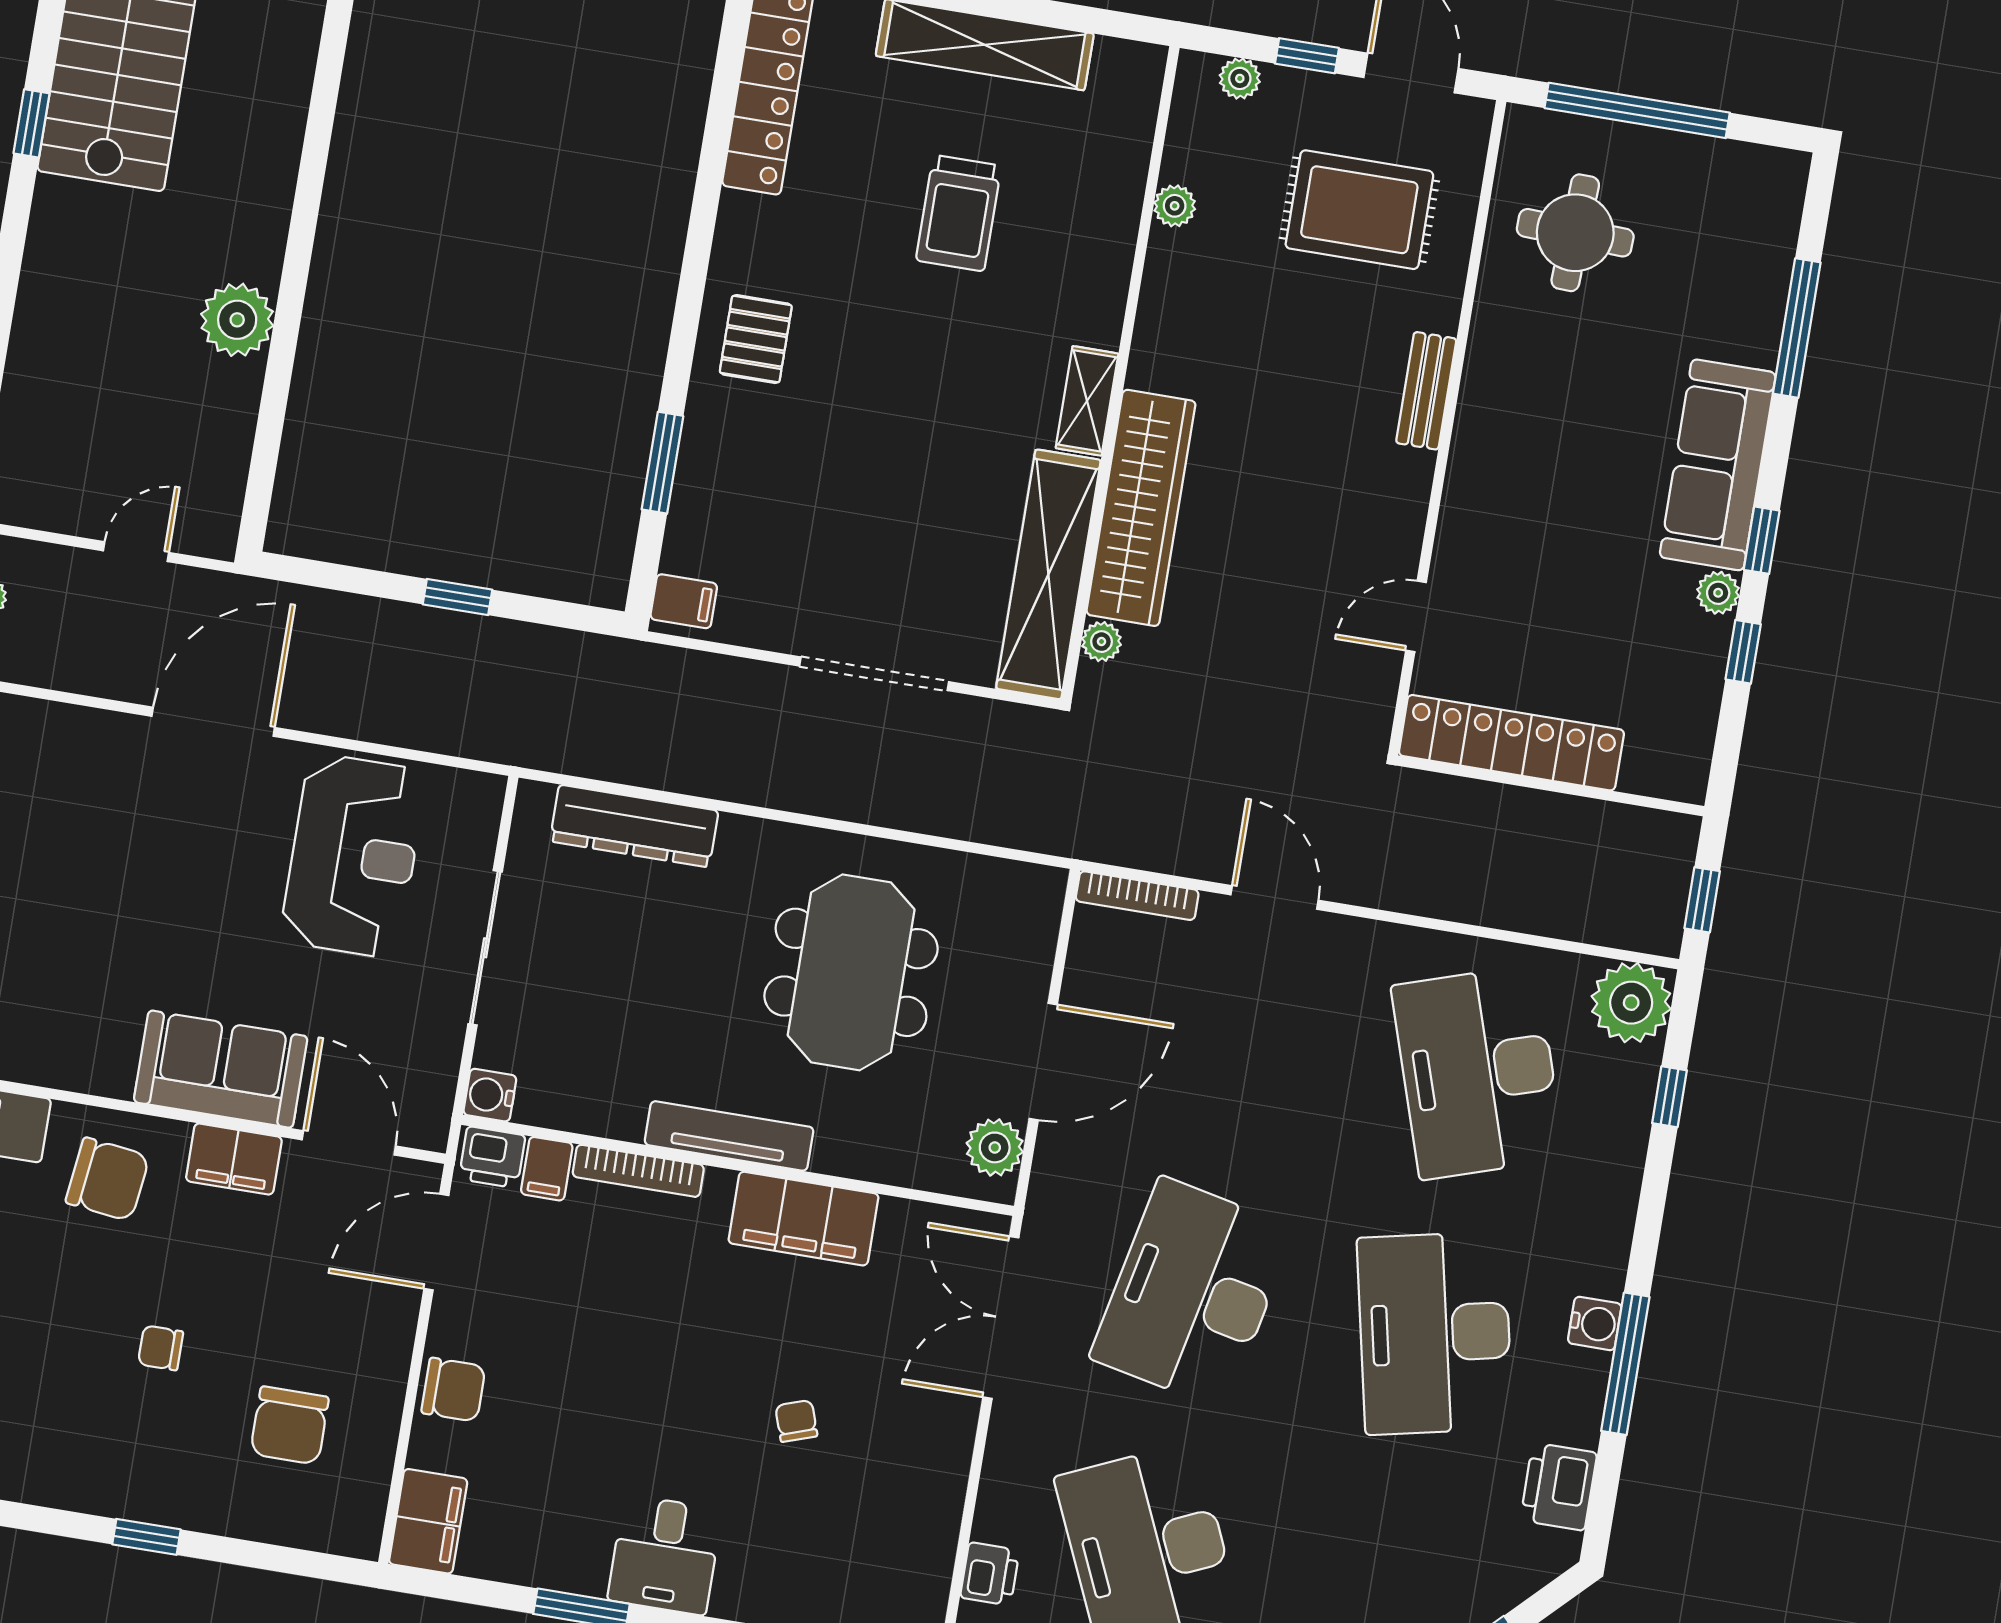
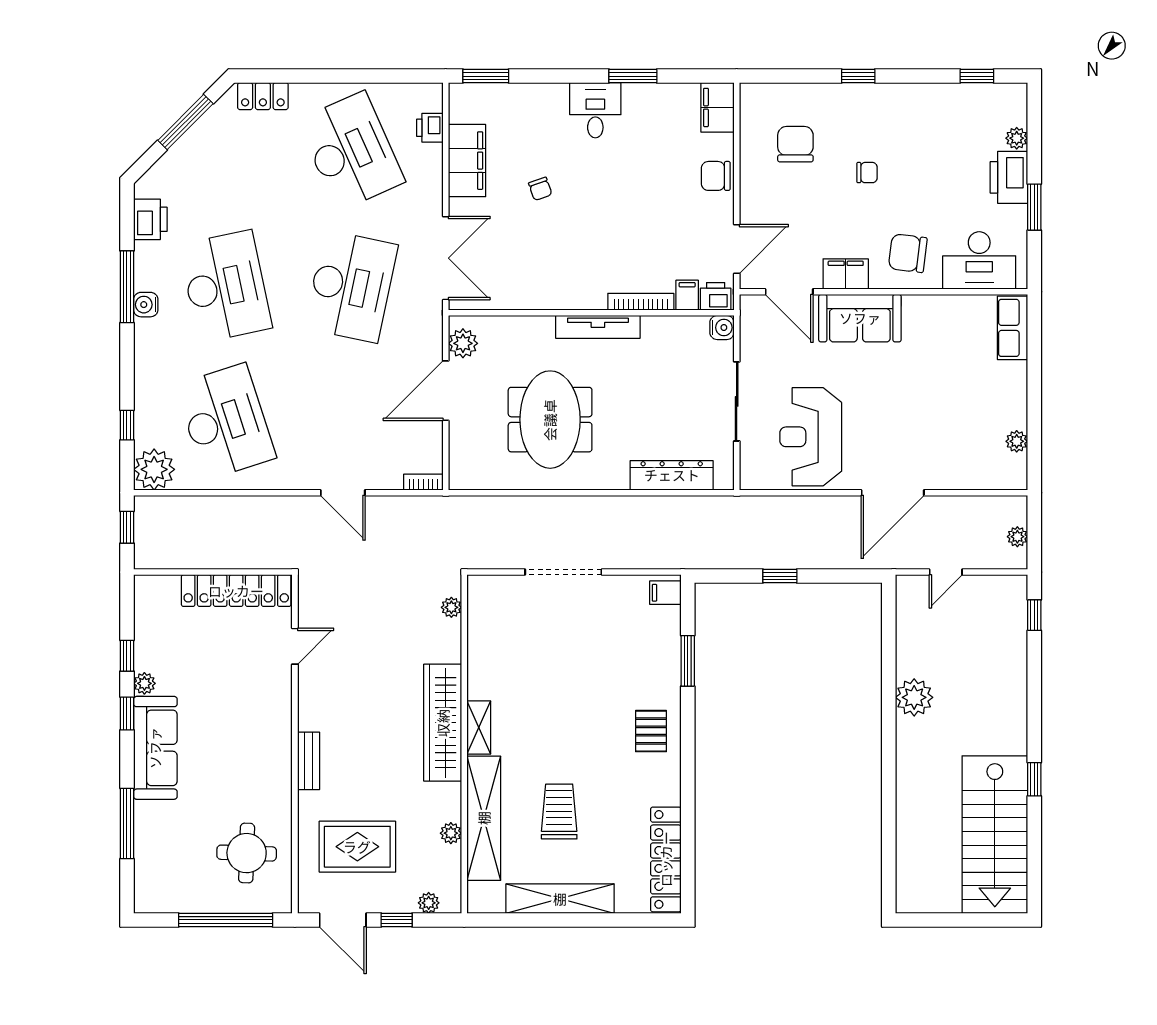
wardrobe: (1141, 508) -> (443, 723), moved
shelving: (1048, 574) -> (484, 818), moved
bookcase: (1137, 896) -> (423, 482), width x0.64
filing cabinet: (804, 1219) -> (467, 161), moved, turned 90

